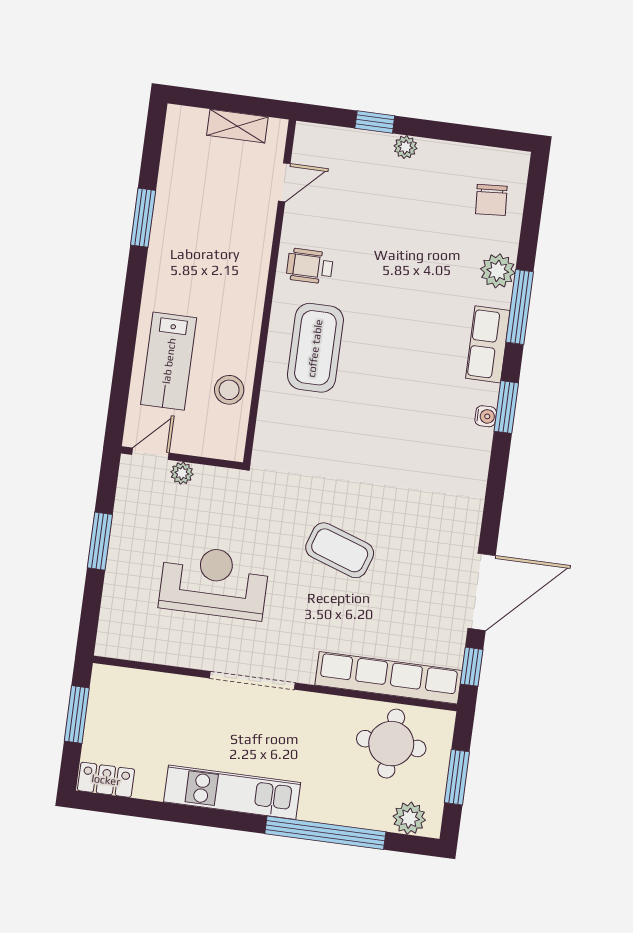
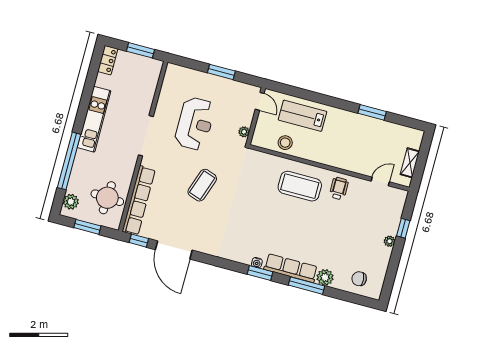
door: (284, 182) -> (380, 181), swing flipped
row of seats: (488, 344) -> (291, 268), width x1.48
plant: (182, 473) -> (244, 132), moved

